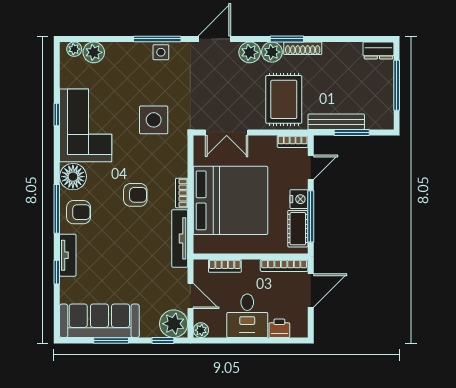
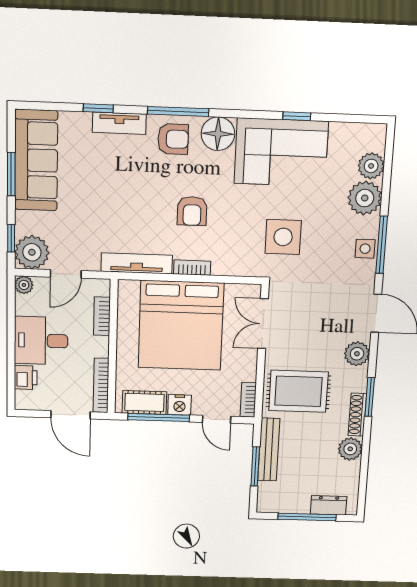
plant: (74, 49) -> (365, 198), moved, width x1.88, depth x1.88
dresser: (378, 50) -> (329, 505), moved, turned 90
plant: (272, 52) -> (350, 449), moved
armchair: (79, 212) -> (173, 139), turned -90

